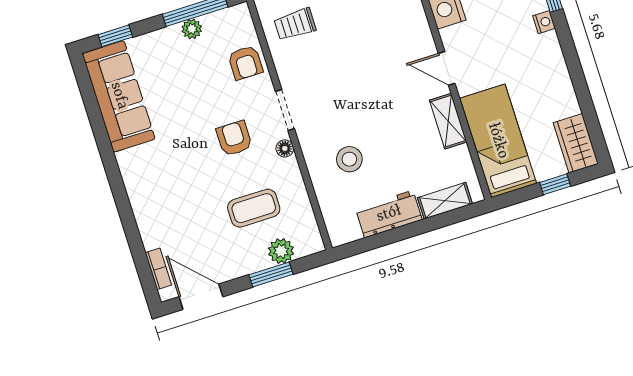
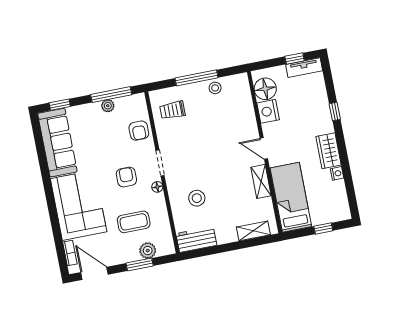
nightstand: (544, 22) -> (337, 173), moved
wardrobe: (576, 143) -> (328, 151), moved
corner sofa: (163, 192) -> (79, 205), added
workbench: (389, 214) -> (196, 239), moved

